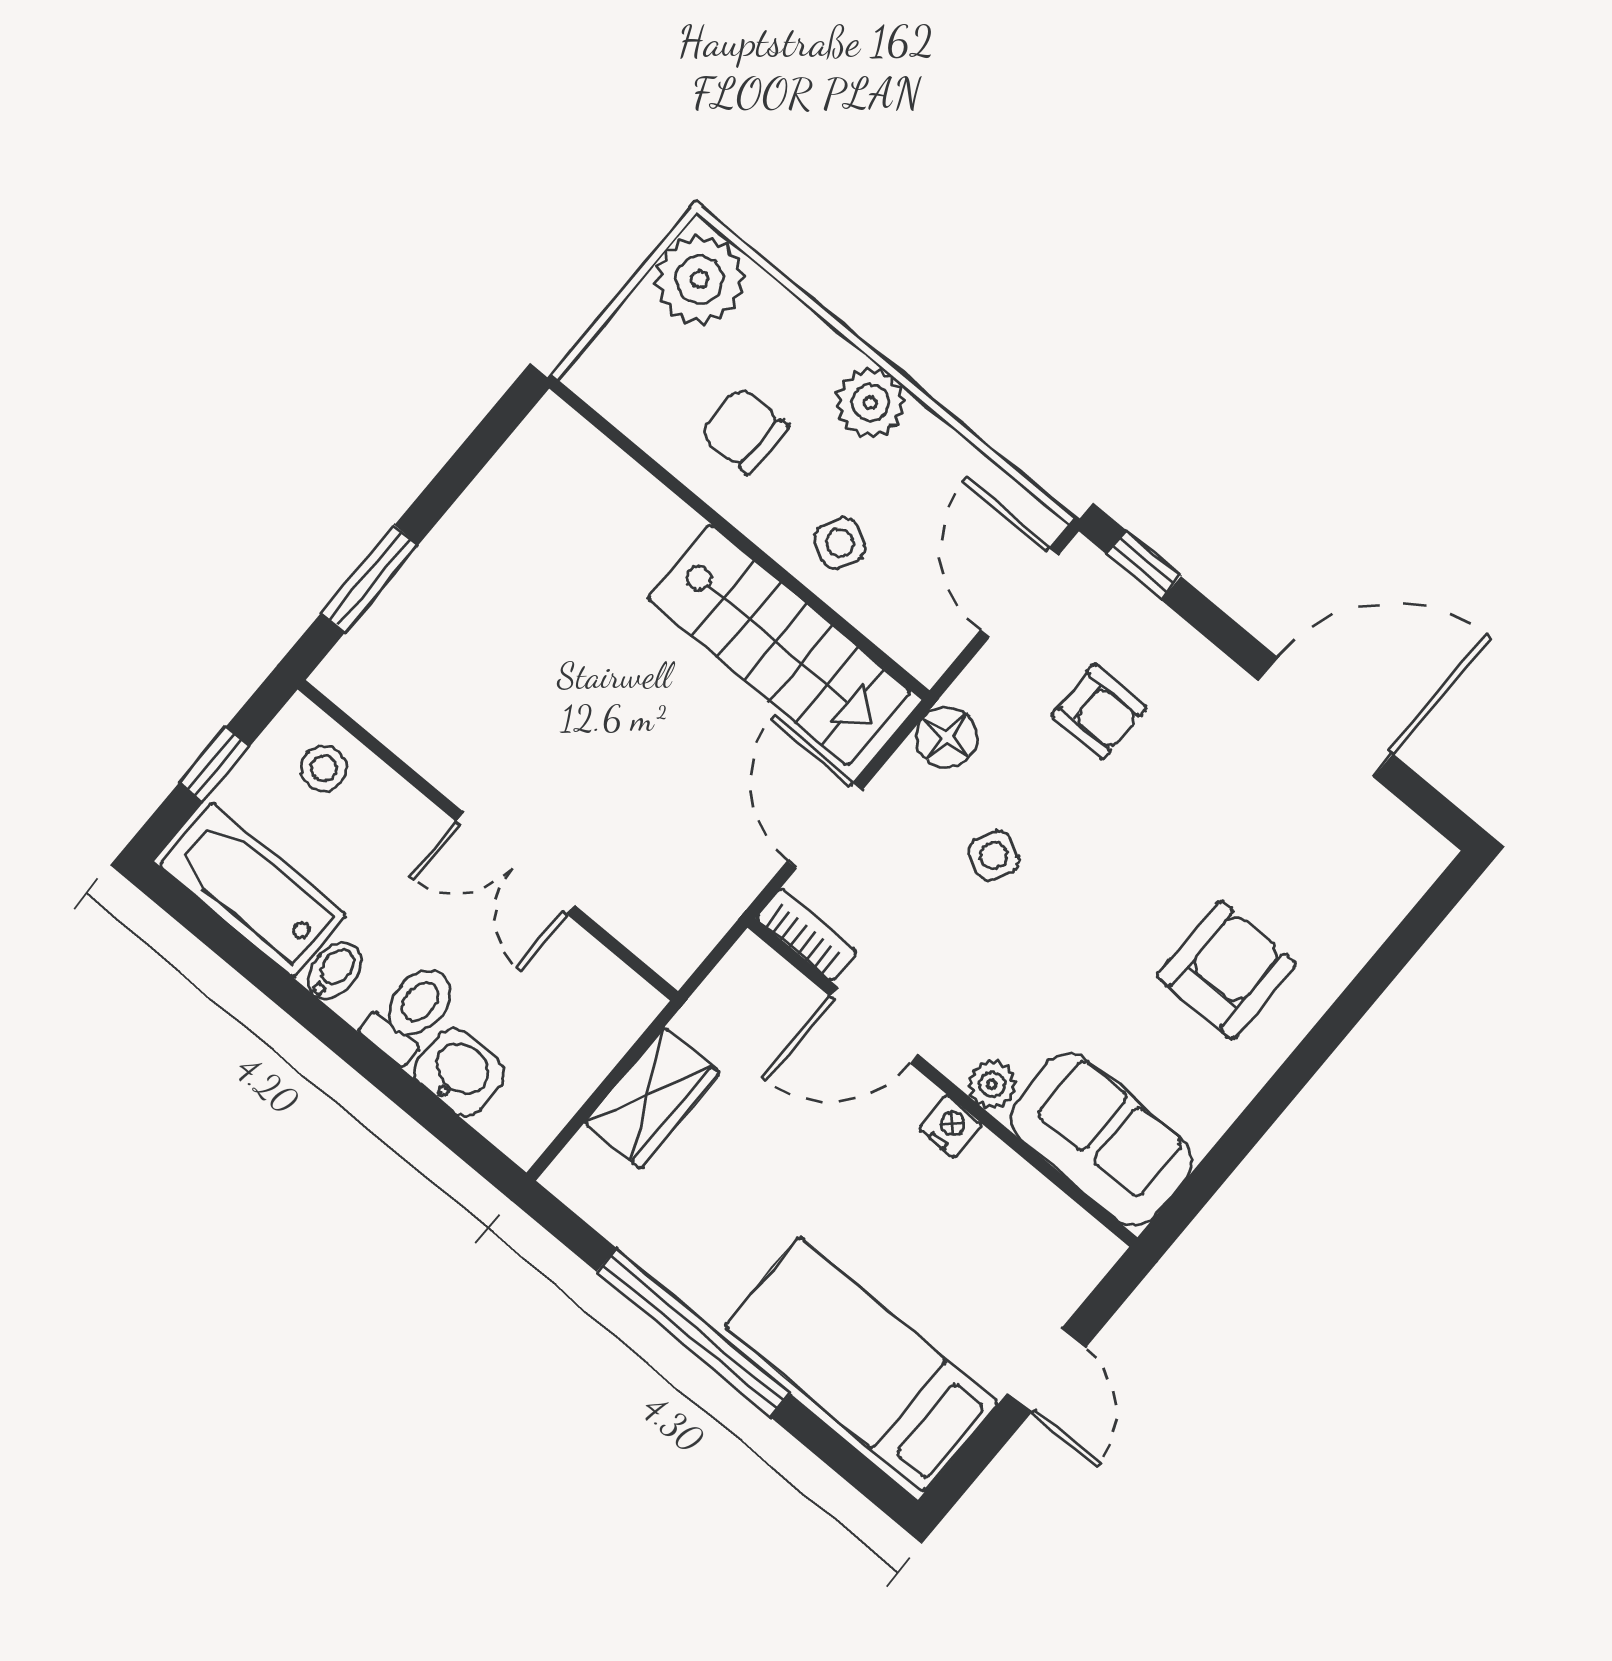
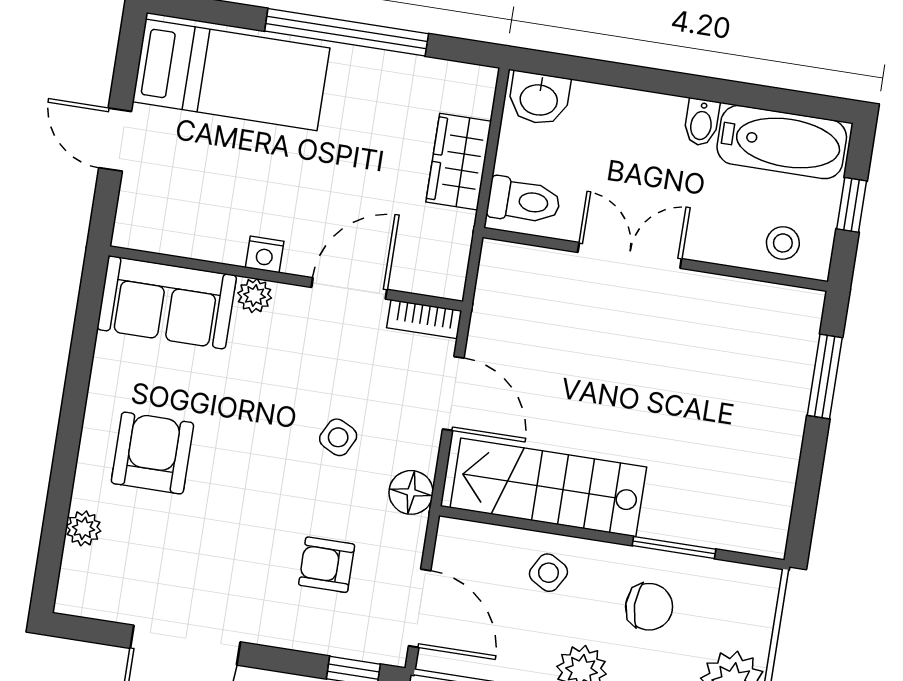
window: (672, 483) -> (674, 547), added
plant: (1363, 929) -> (84, 528), added
armchair: (1227, 970) -> (152, 453), turned 180
toilet: (411, 1012) -> (524, 201), moved, turned -90
washbasin: (459, 1072) -> (539, 99), moved

